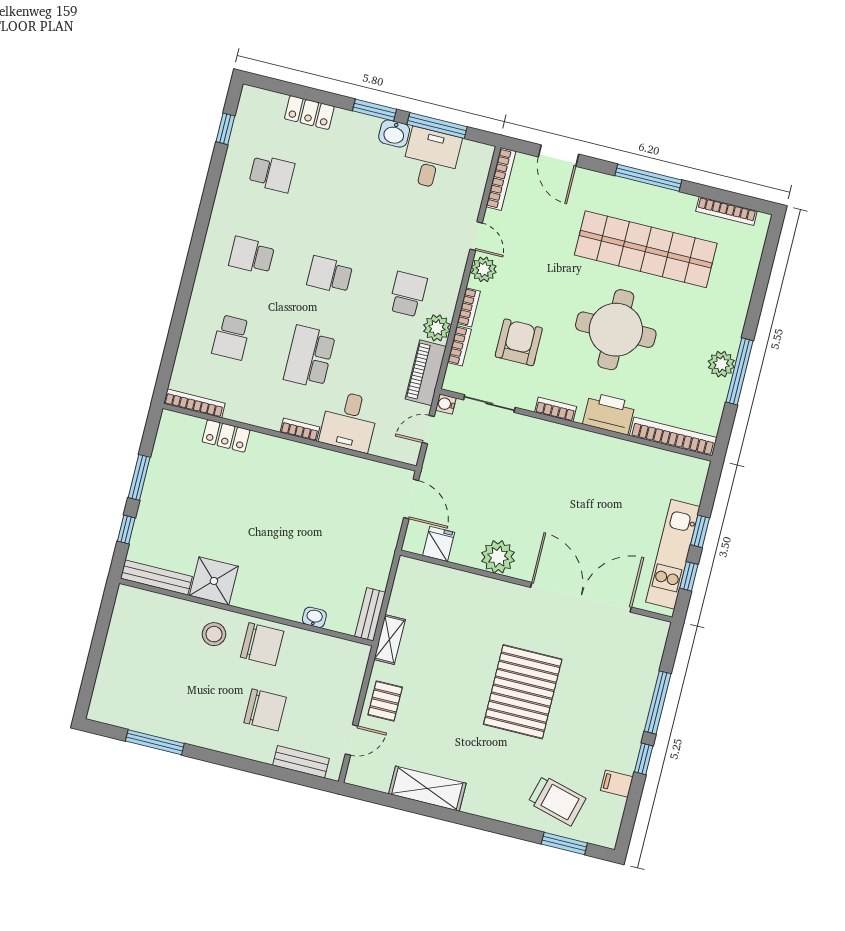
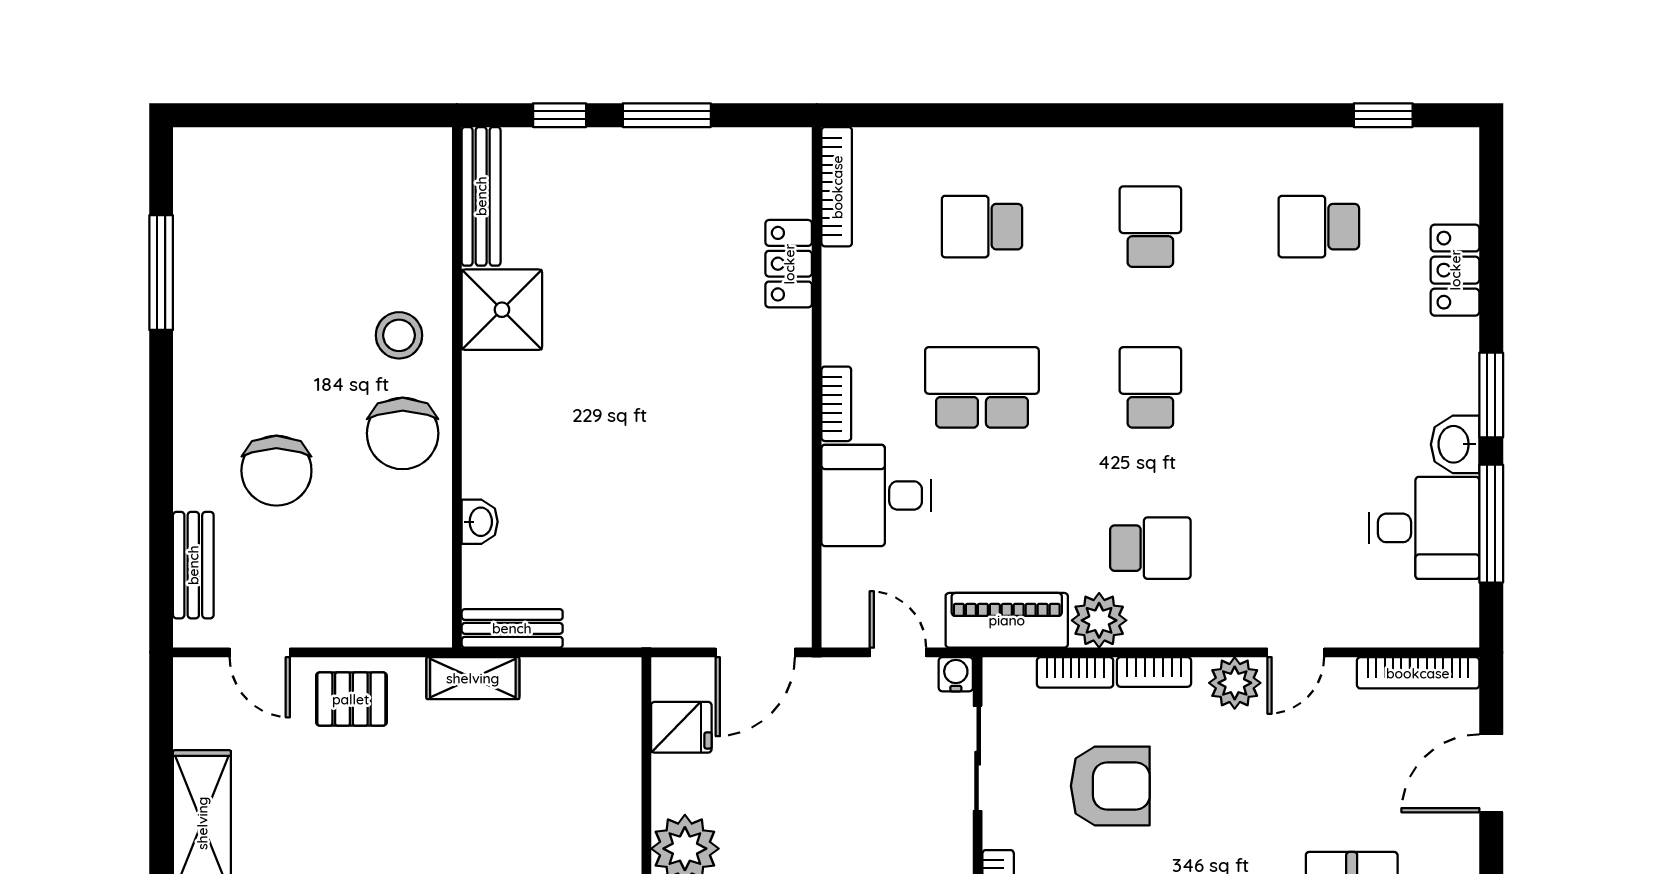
school desk: (272, 174) -> (1319, 227), turned 90

